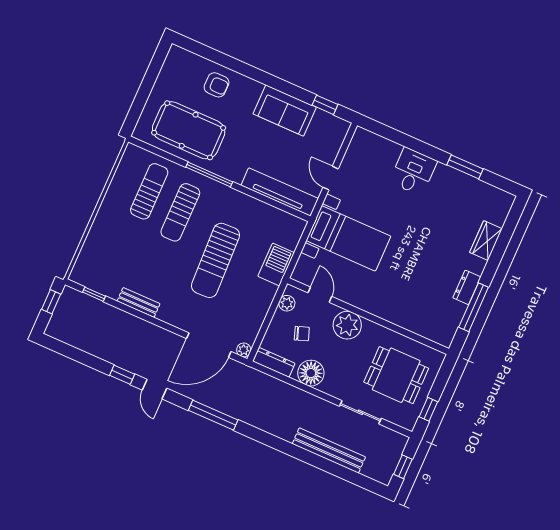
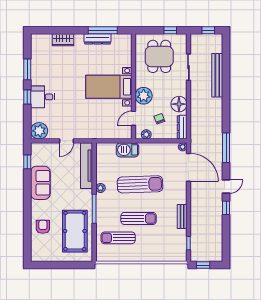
plant: (364, 143) -> (39, 131), added
window: (423, 148) -> (27, 97), added
plant: (237, 198) -> (100, 188), added
sun lounger: (180, 212) -> (139, 218), moved
bed with nightstands: (348, 238) -> (109, 87), moved, turned -90
dresser: (467, 287) -> (98, 39), width x1.44

